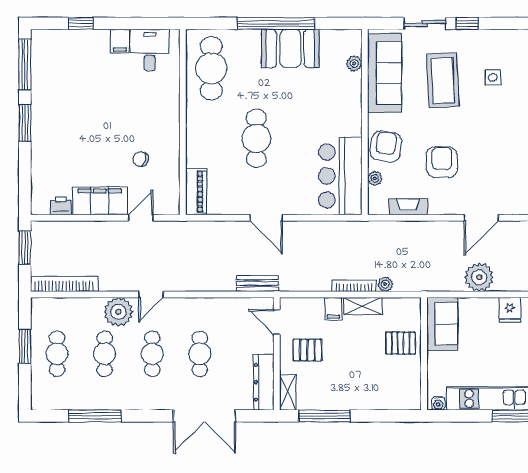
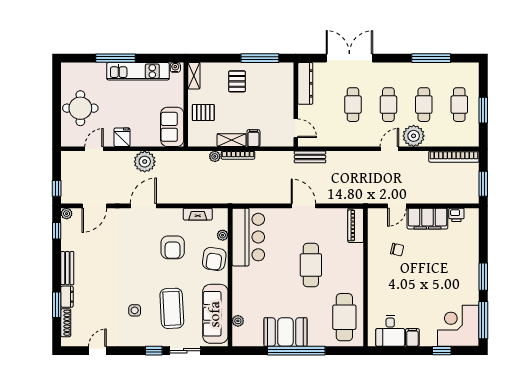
corner desk: (58, 57) -> (458, 326), added
pallet: (307, 350) -> (237, 81), moved, turned 90
shelving: (288, 392) -> (194, 76), moved

